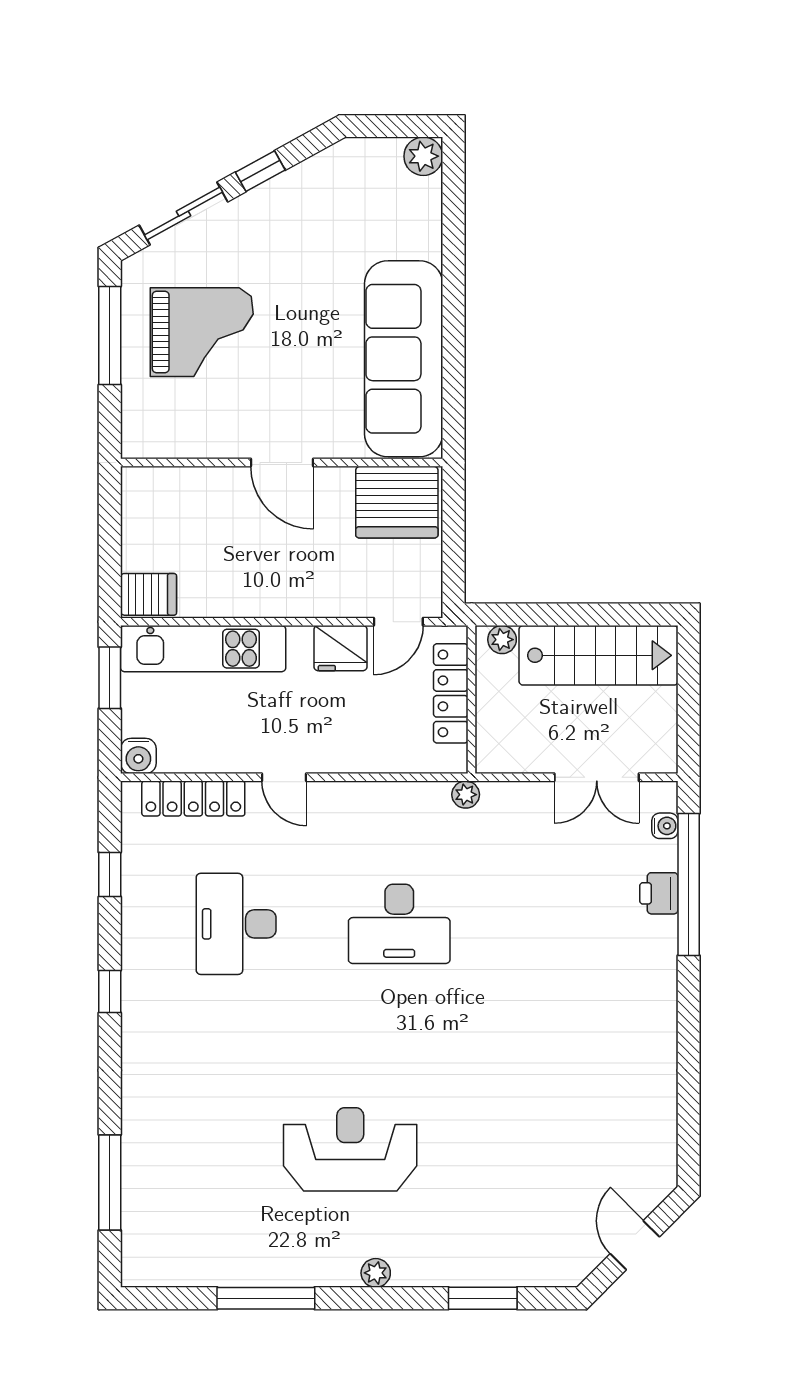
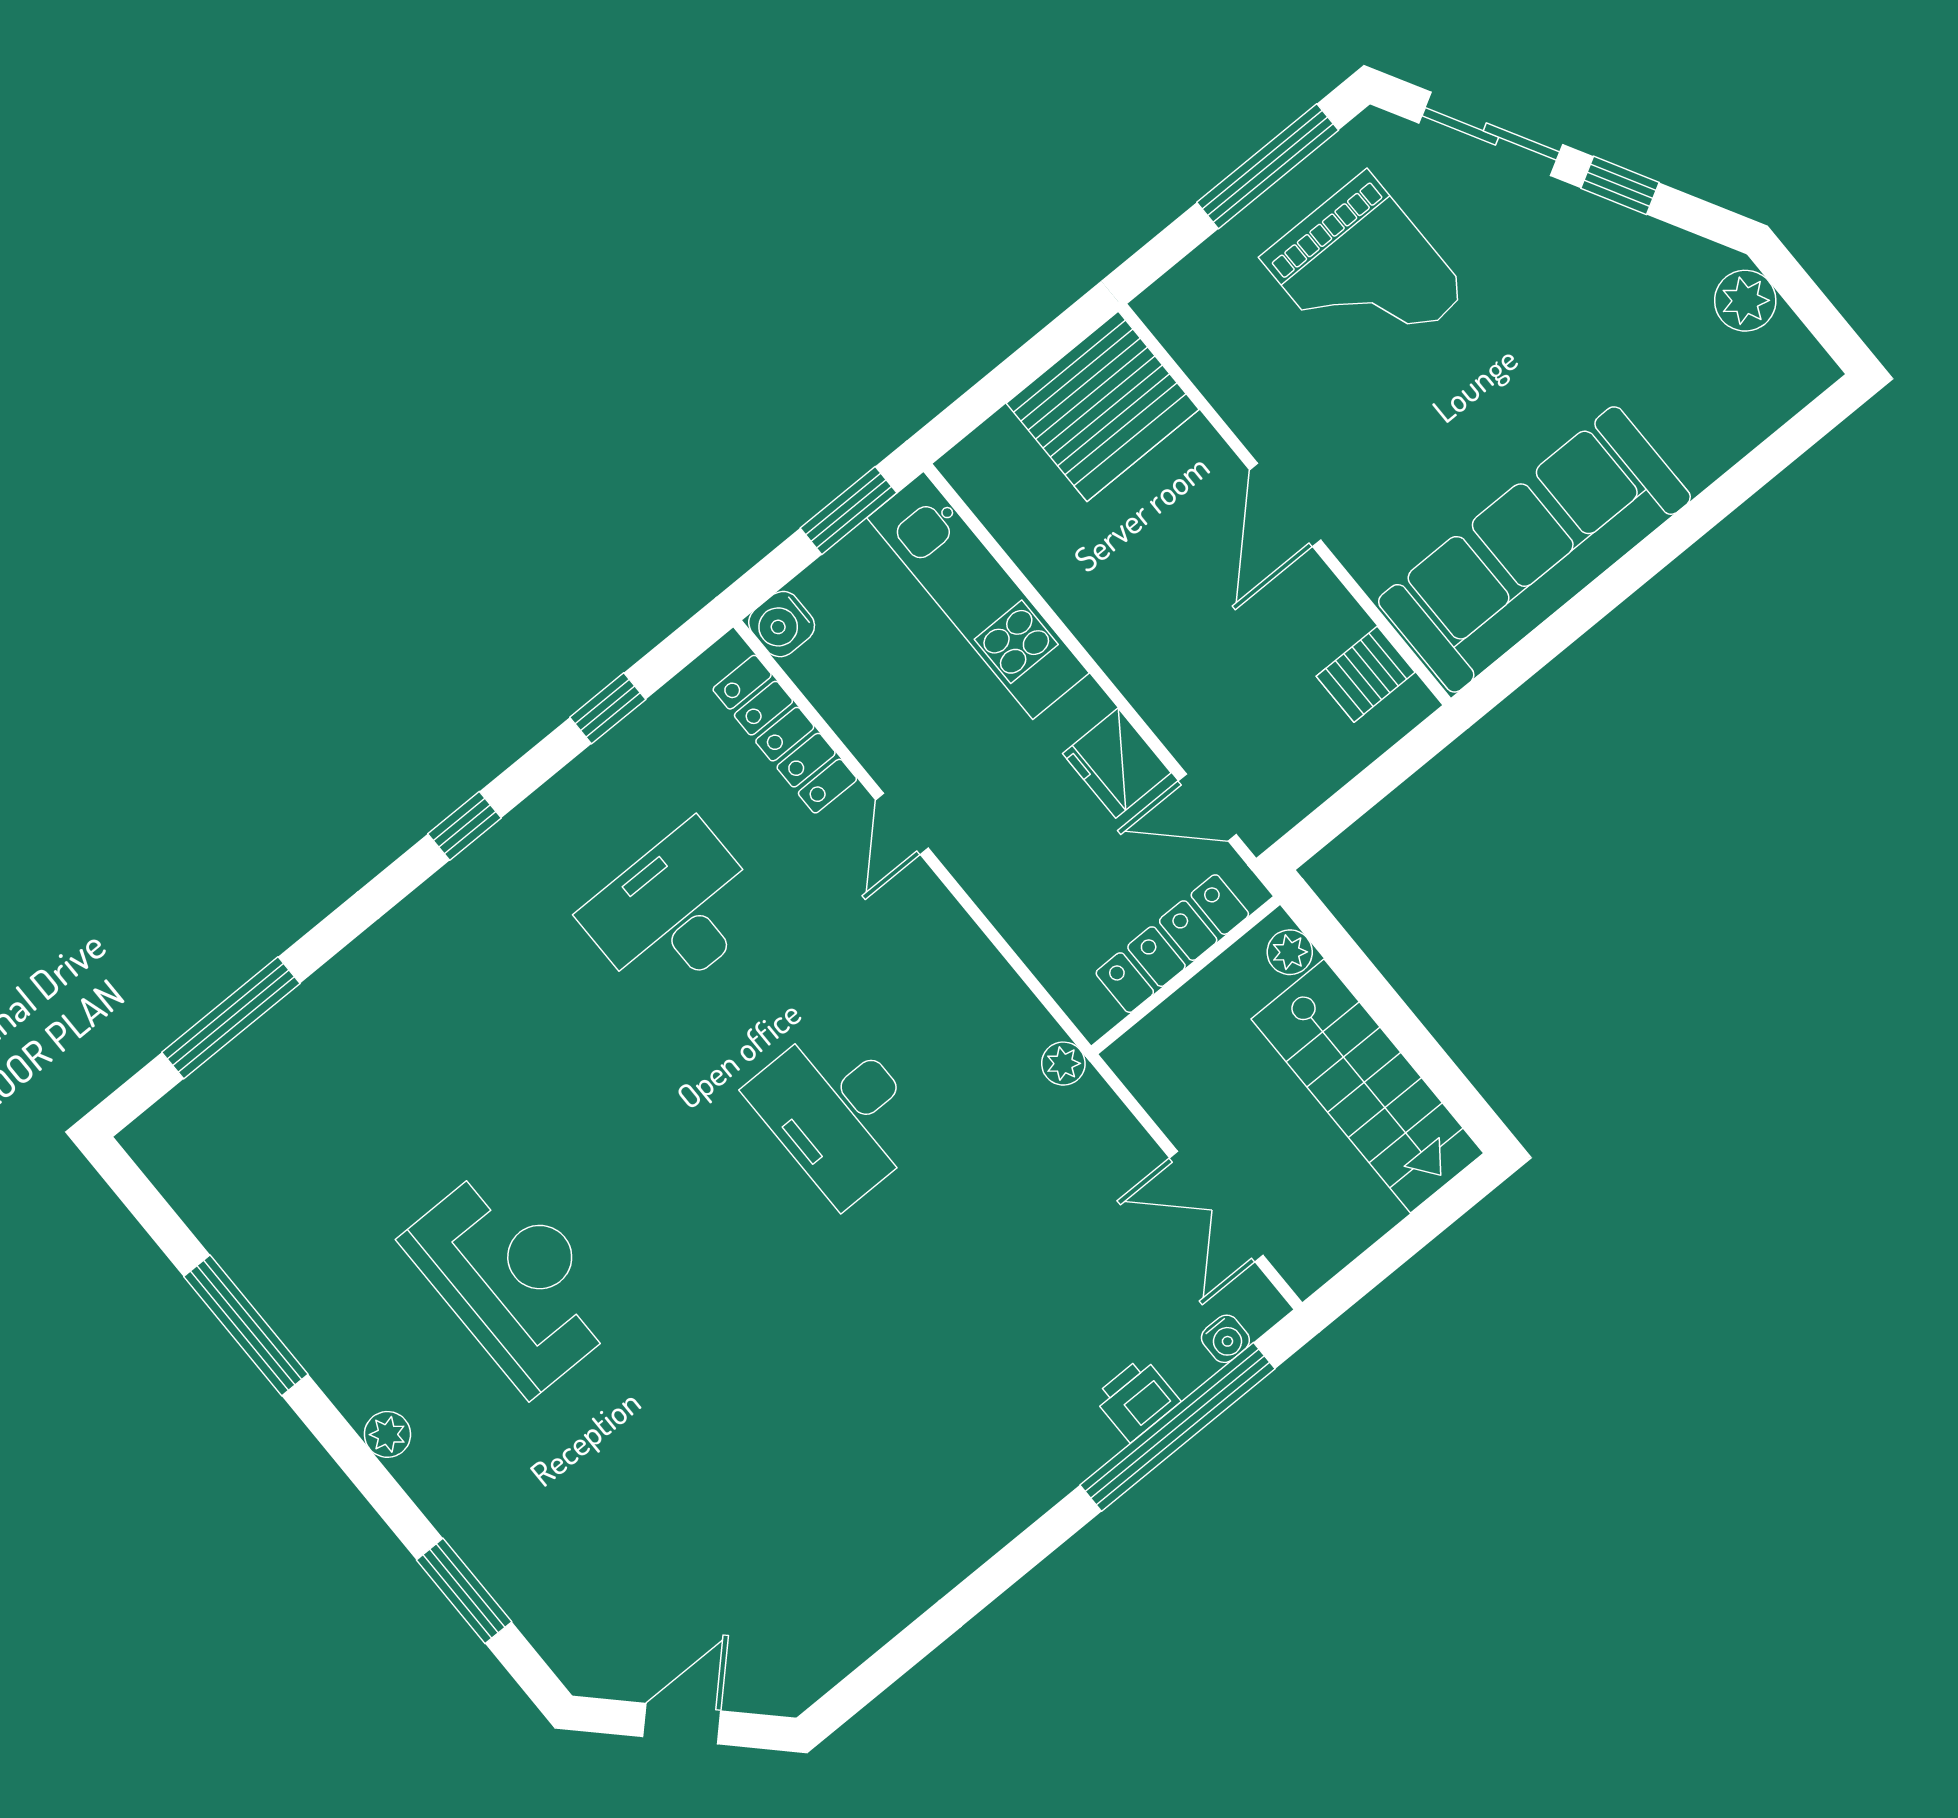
plant: (423, 156) -> (1745, 301), moved
server rack: (397, 502) -> (1366, 674), width x0.46, depth x0.70
server rack: (149, 594) -> (1103, 406), moved, width x2.18, depth x1.44

